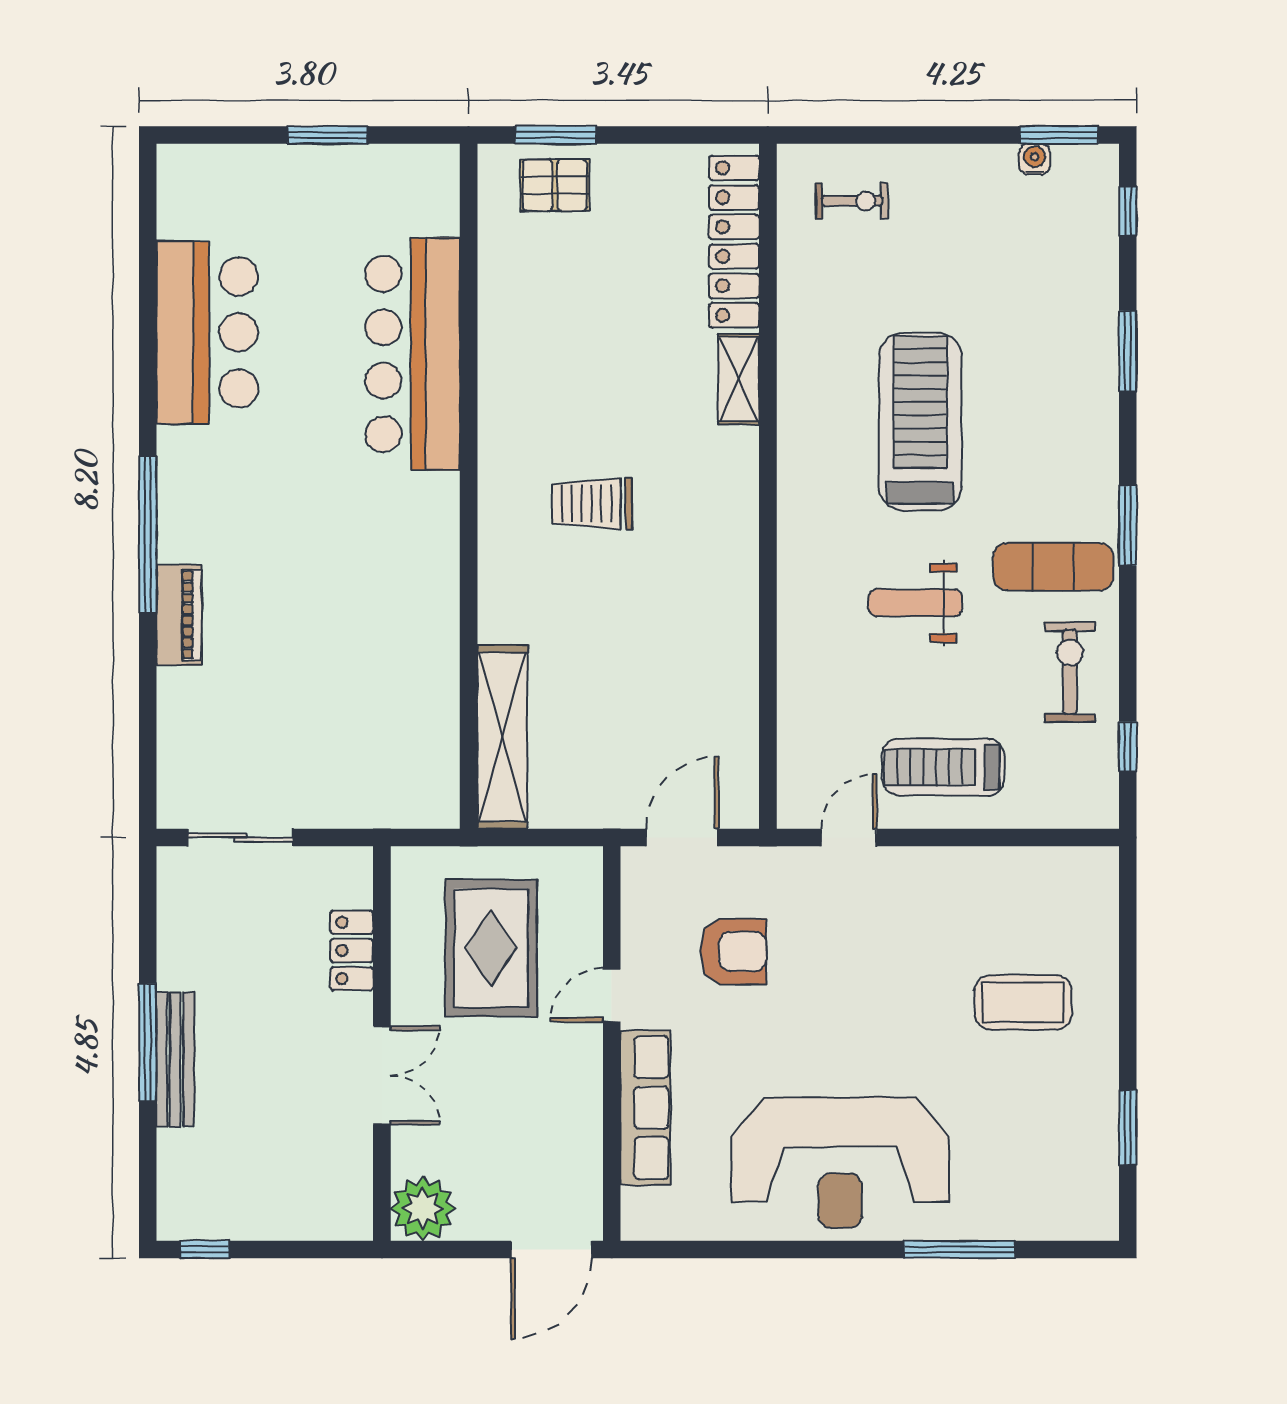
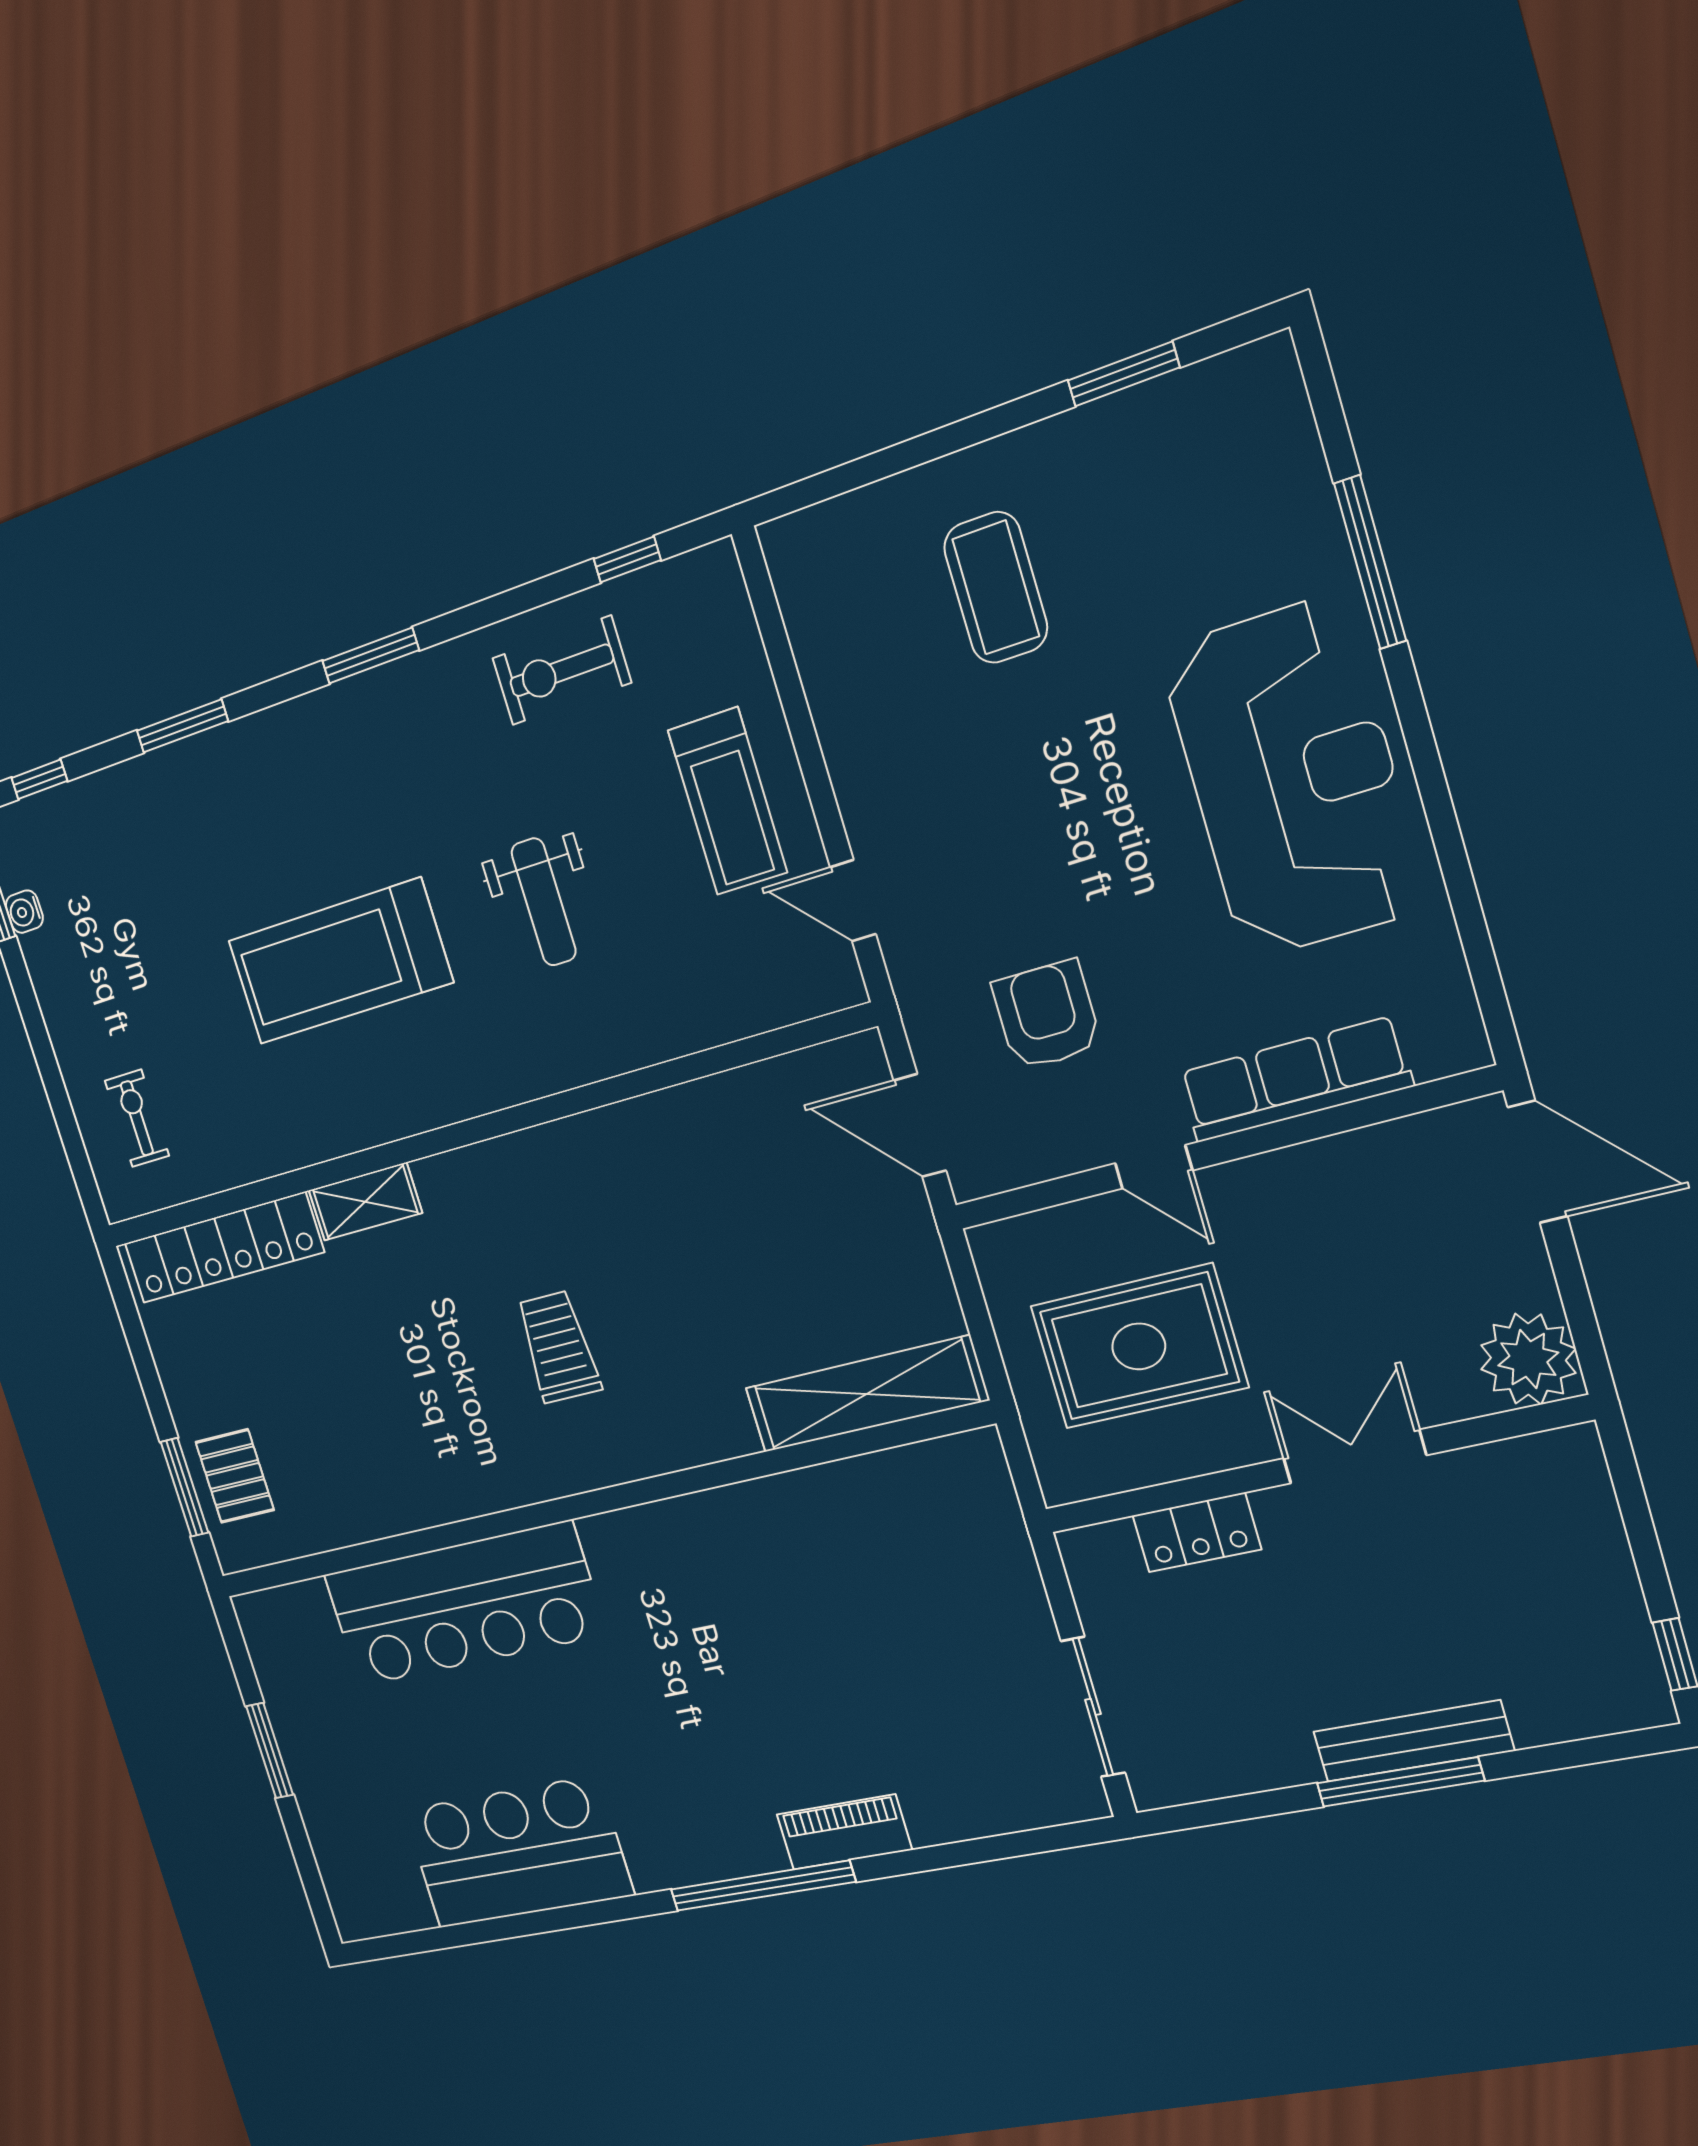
trolley: (592, 503) -> (558, 1347), turned 180
exercise mat: (1053, 567) -> (447, 736), removed

